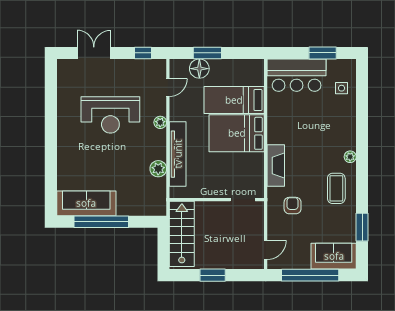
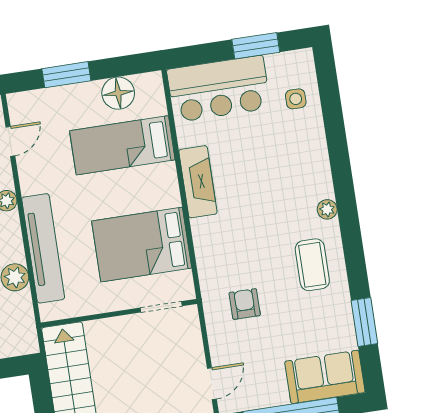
floor lamp: (199, 69) -> (118, 93), moved
bed: (237, 133) -> (142, 245), moved
fireplace: (276, 165) -> (198, 182), moved

